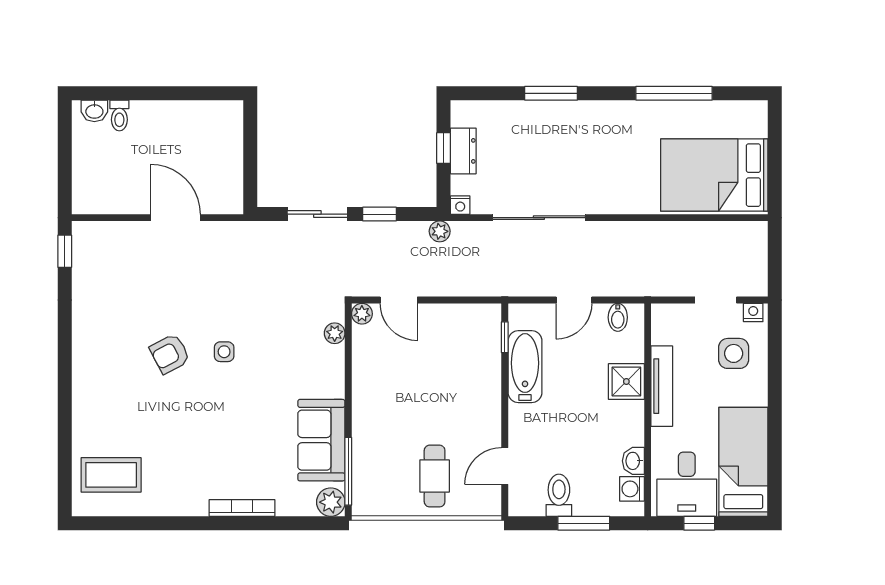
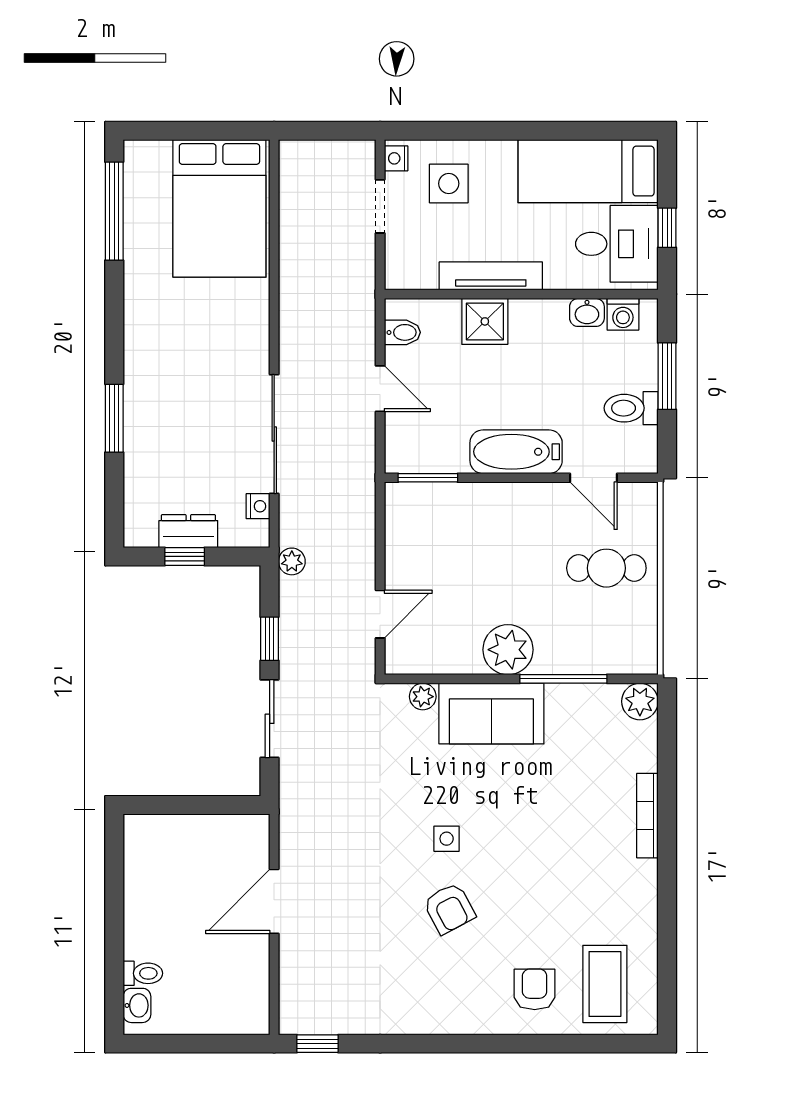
window: (674, 93) -> (114, 211), moved
nightstand: (460, 205) -> (258, 506), moved
plant: (362, 314) -> (508, 650), moved, width x1.88, depth x1.88
window: (505, 337) -> (428, 478), width x1.50
bathtub: (525, 367) -> (516, 452), moved
armchair: (107, 420) -> (535, 989), added
sofa: (321, 440) -> (491, 714), moved
window: (348, 471) -> (563, 679), moved

